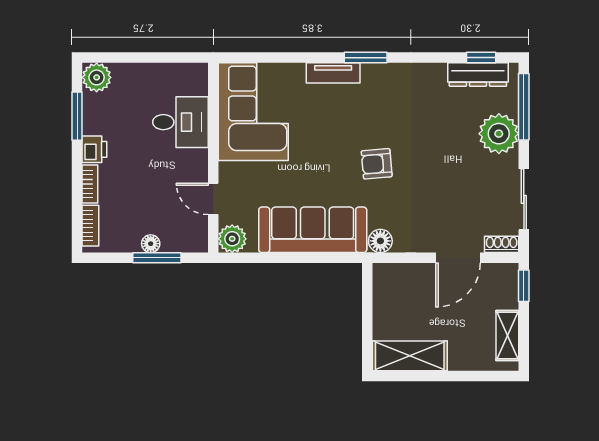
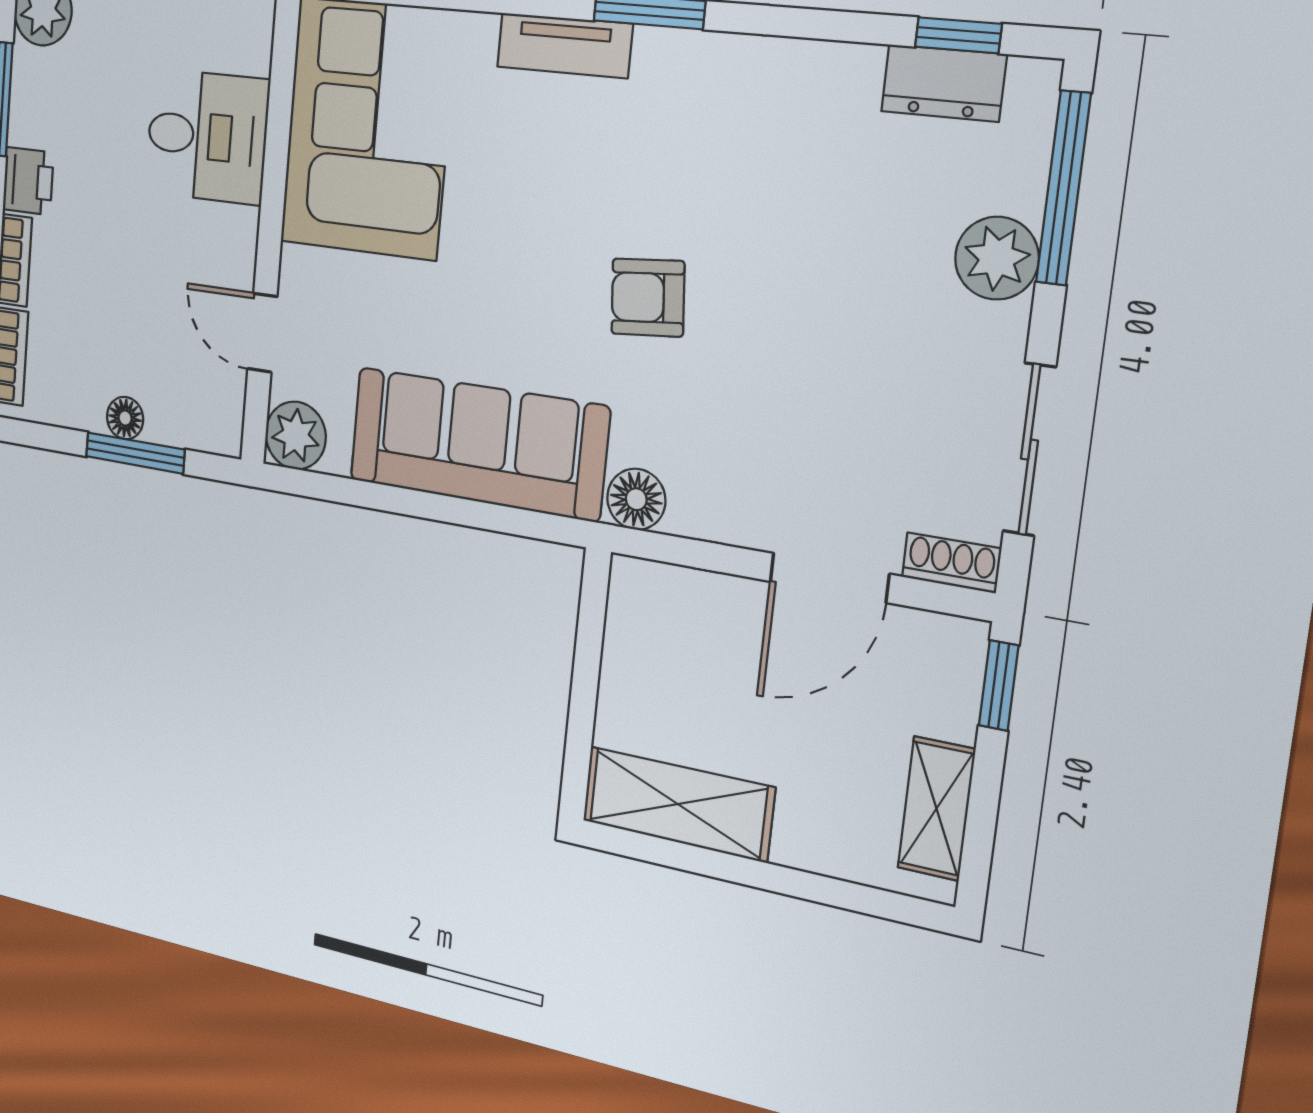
dresser: (478, 74) -> (944, 83), width x0.70
plant: (499, 134) -> (997, 258), width x0.73, depth x0.73

